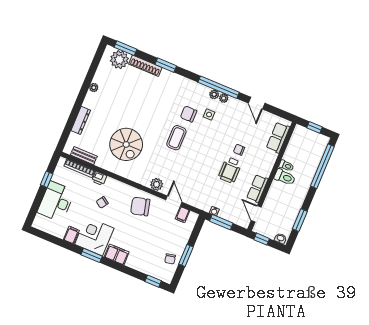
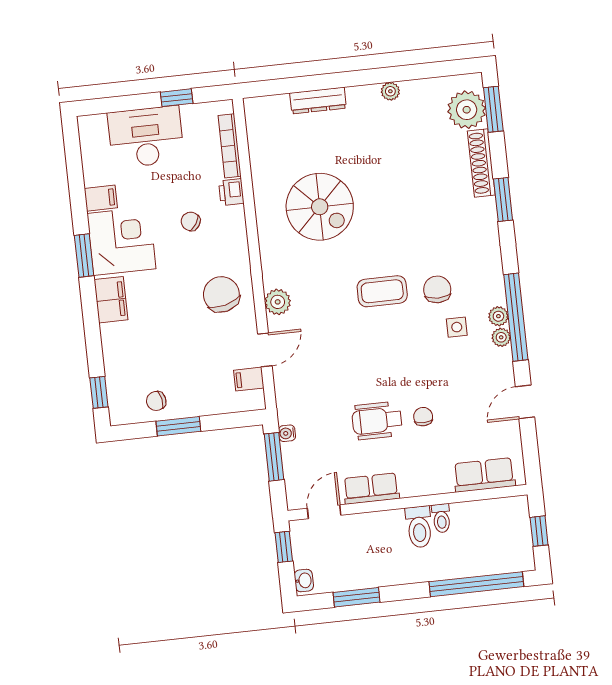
spiral stairs: (126, 144) -> (320, 207), turned -90
bench: (84, 156) -> (257, 141), removed

